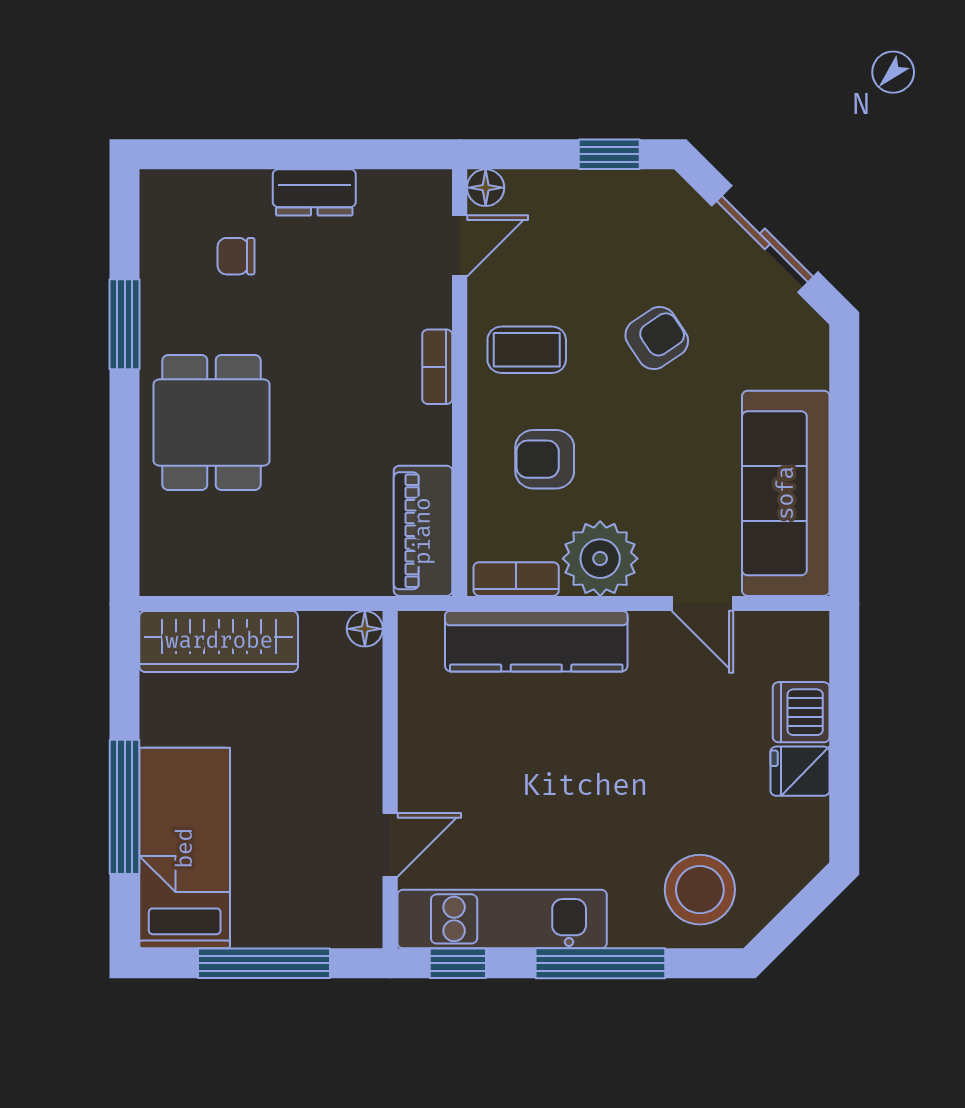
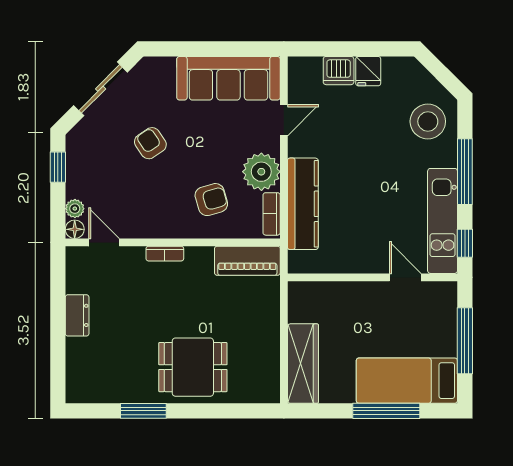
plant: (527, 188) -> (75, 209), added
chair: (236, 256) -> (109, 355), removed
coffee table: (527, 350) -> (156, 209), removed
armchair: (545, 459) -> (211, 200), turned -106
floor lamp: (365, 629) -> (297, 290), removed

